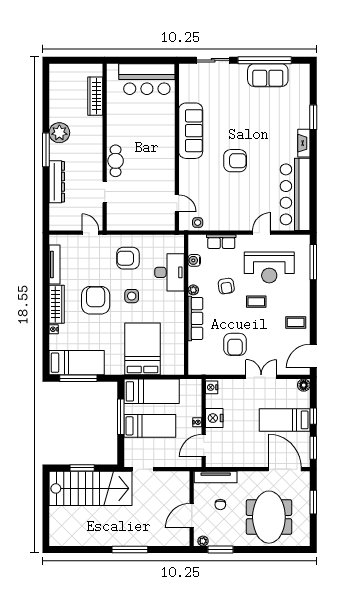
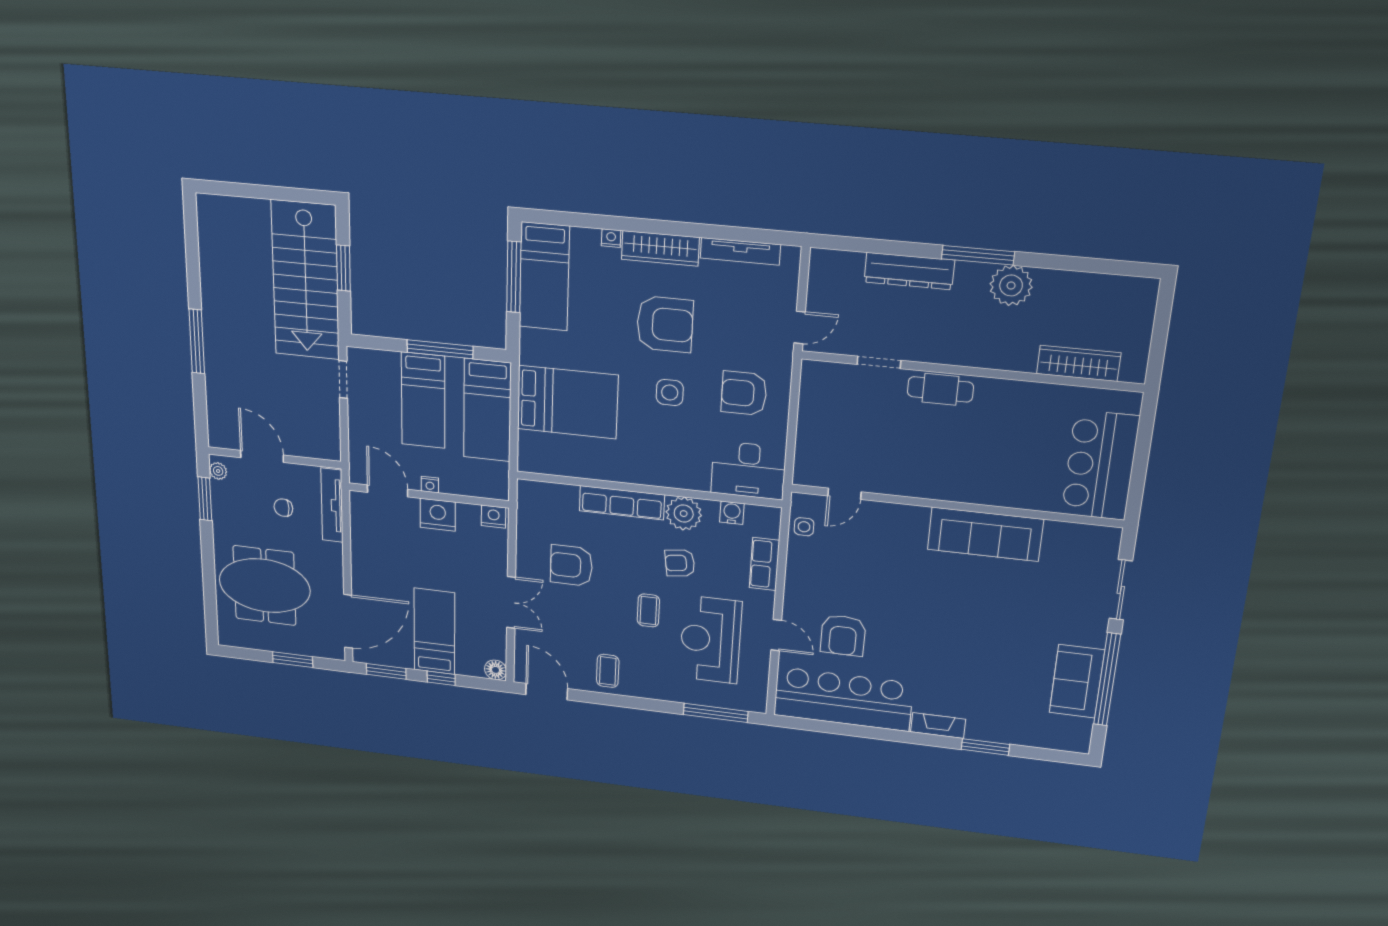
armchair: (235, 161) -> (843, 635), moved
armchair: (128, 258) -> (744, 393), turned -90
desk: (170, 272) -> (748, 470), moved
plant: (193, 290) -> (684, 514), width x1.88, depth x1.88

